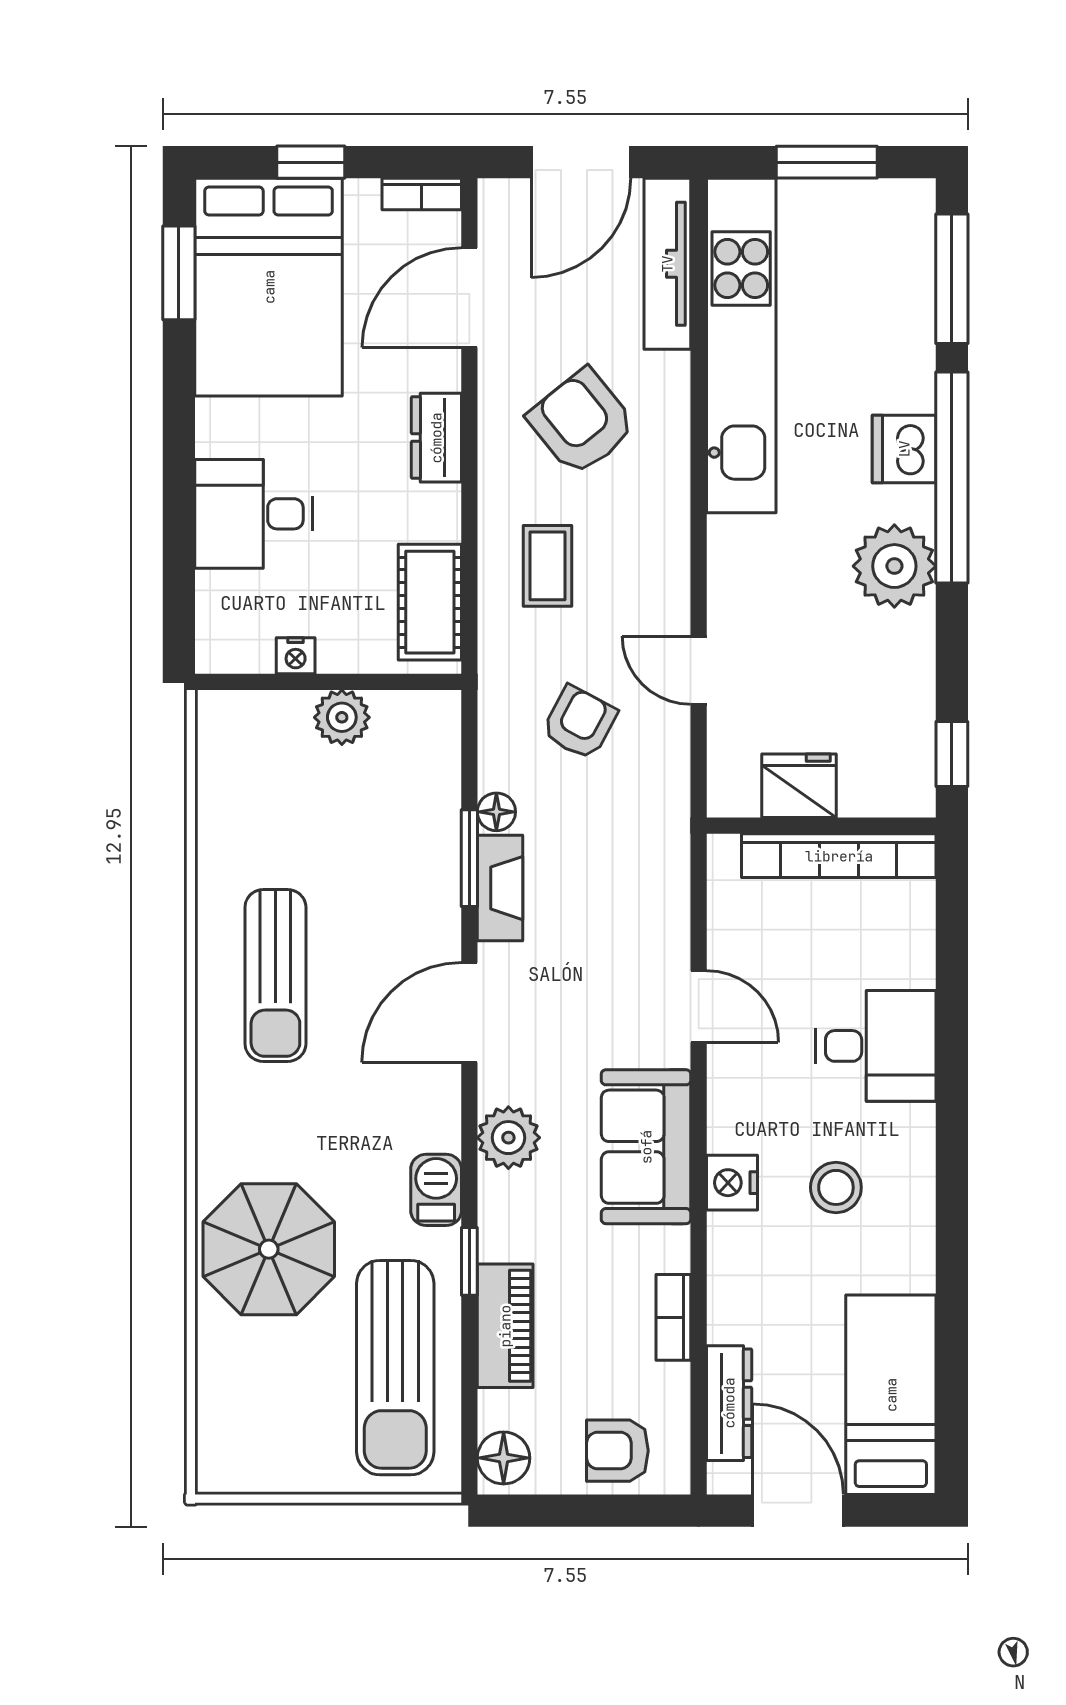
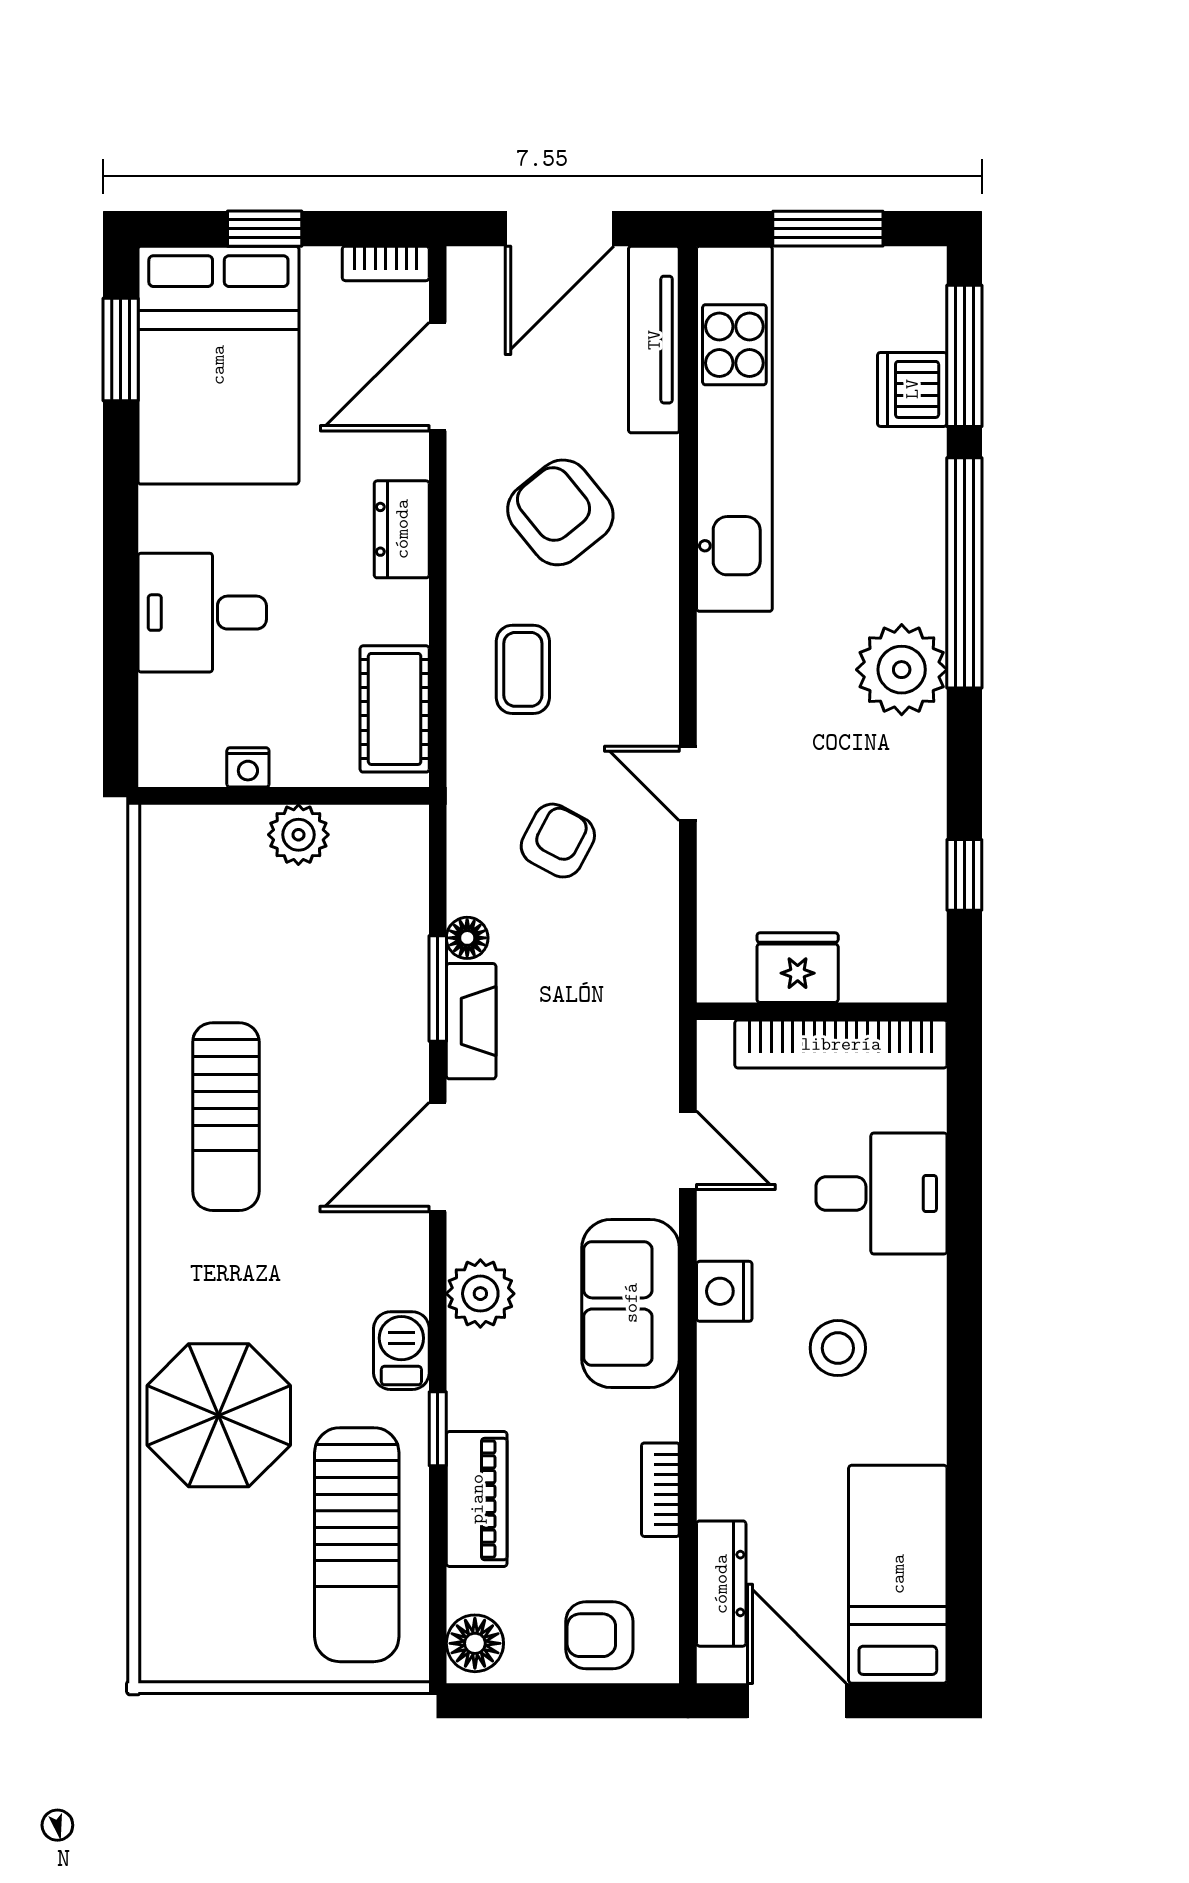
dishwasher: (904, 449) -> (912, 389), moved
fridge: (799, 786) -> (798, 968), moved
wall: (821, 826) -> (822, 1011), moved
bookcase: (839, 856) -> (841, 1044), moved
nightstand: (732, 1183) -> (724, 1291), moved

